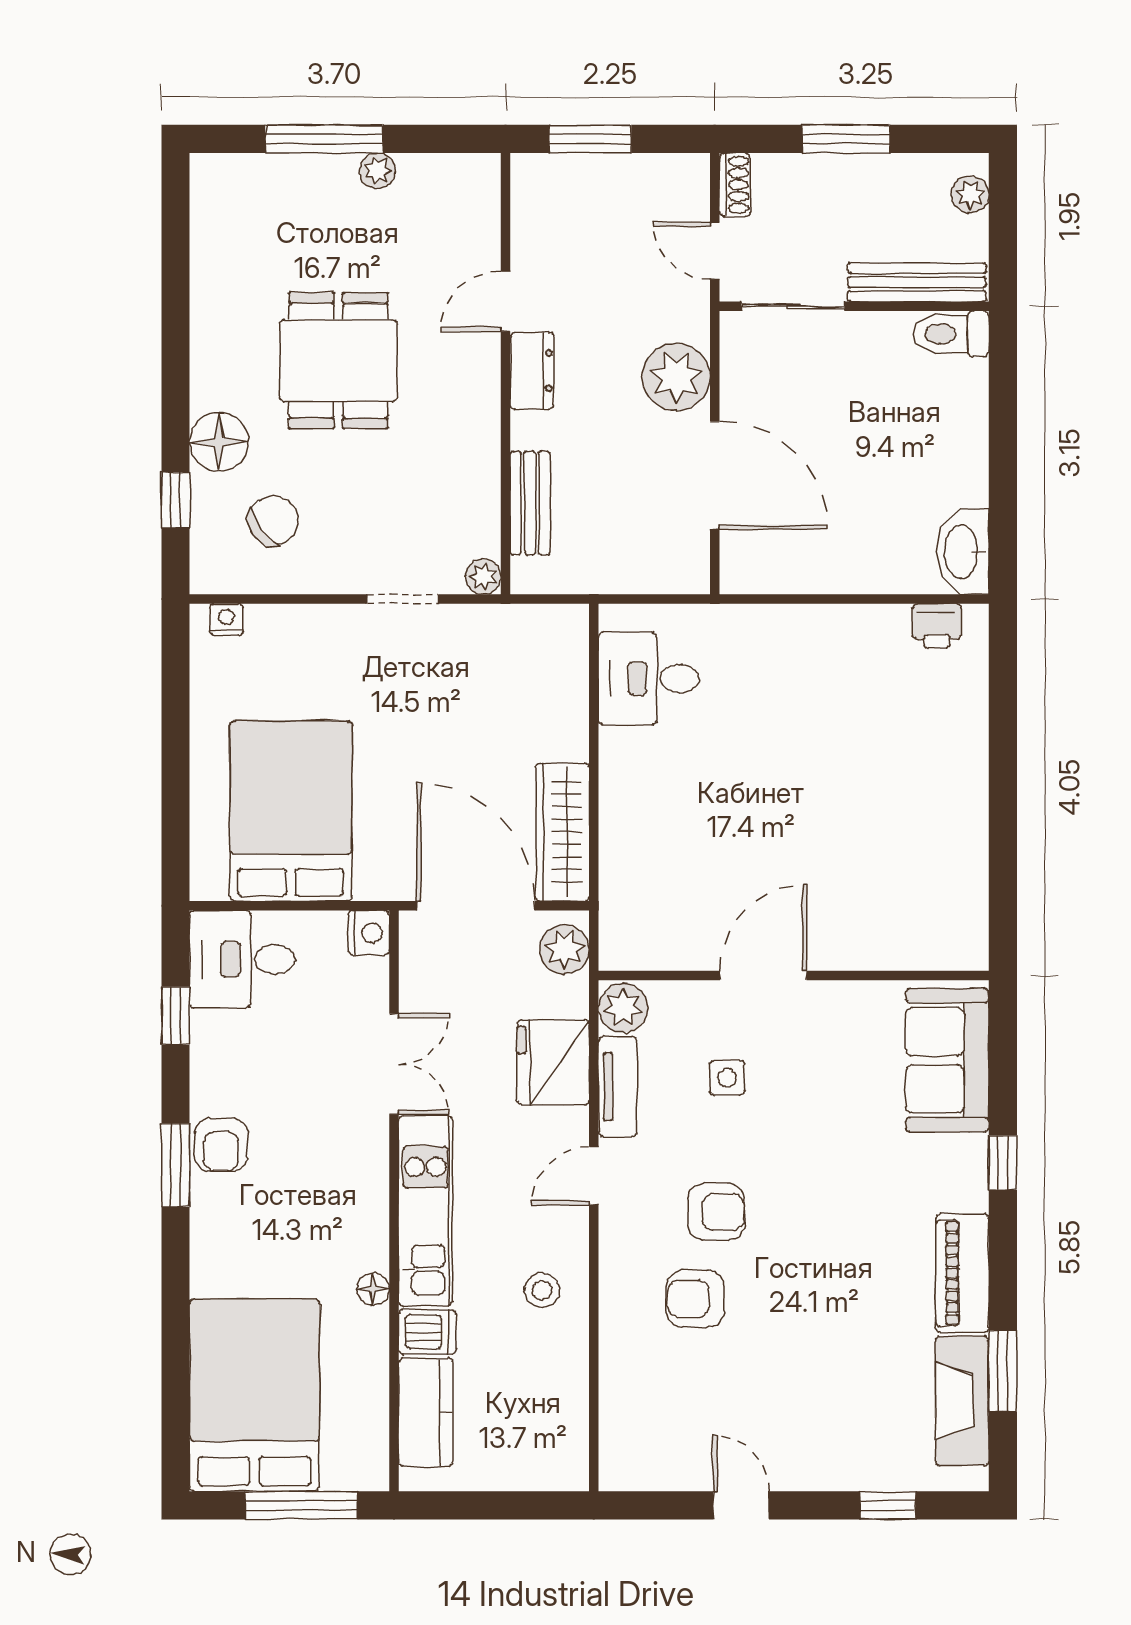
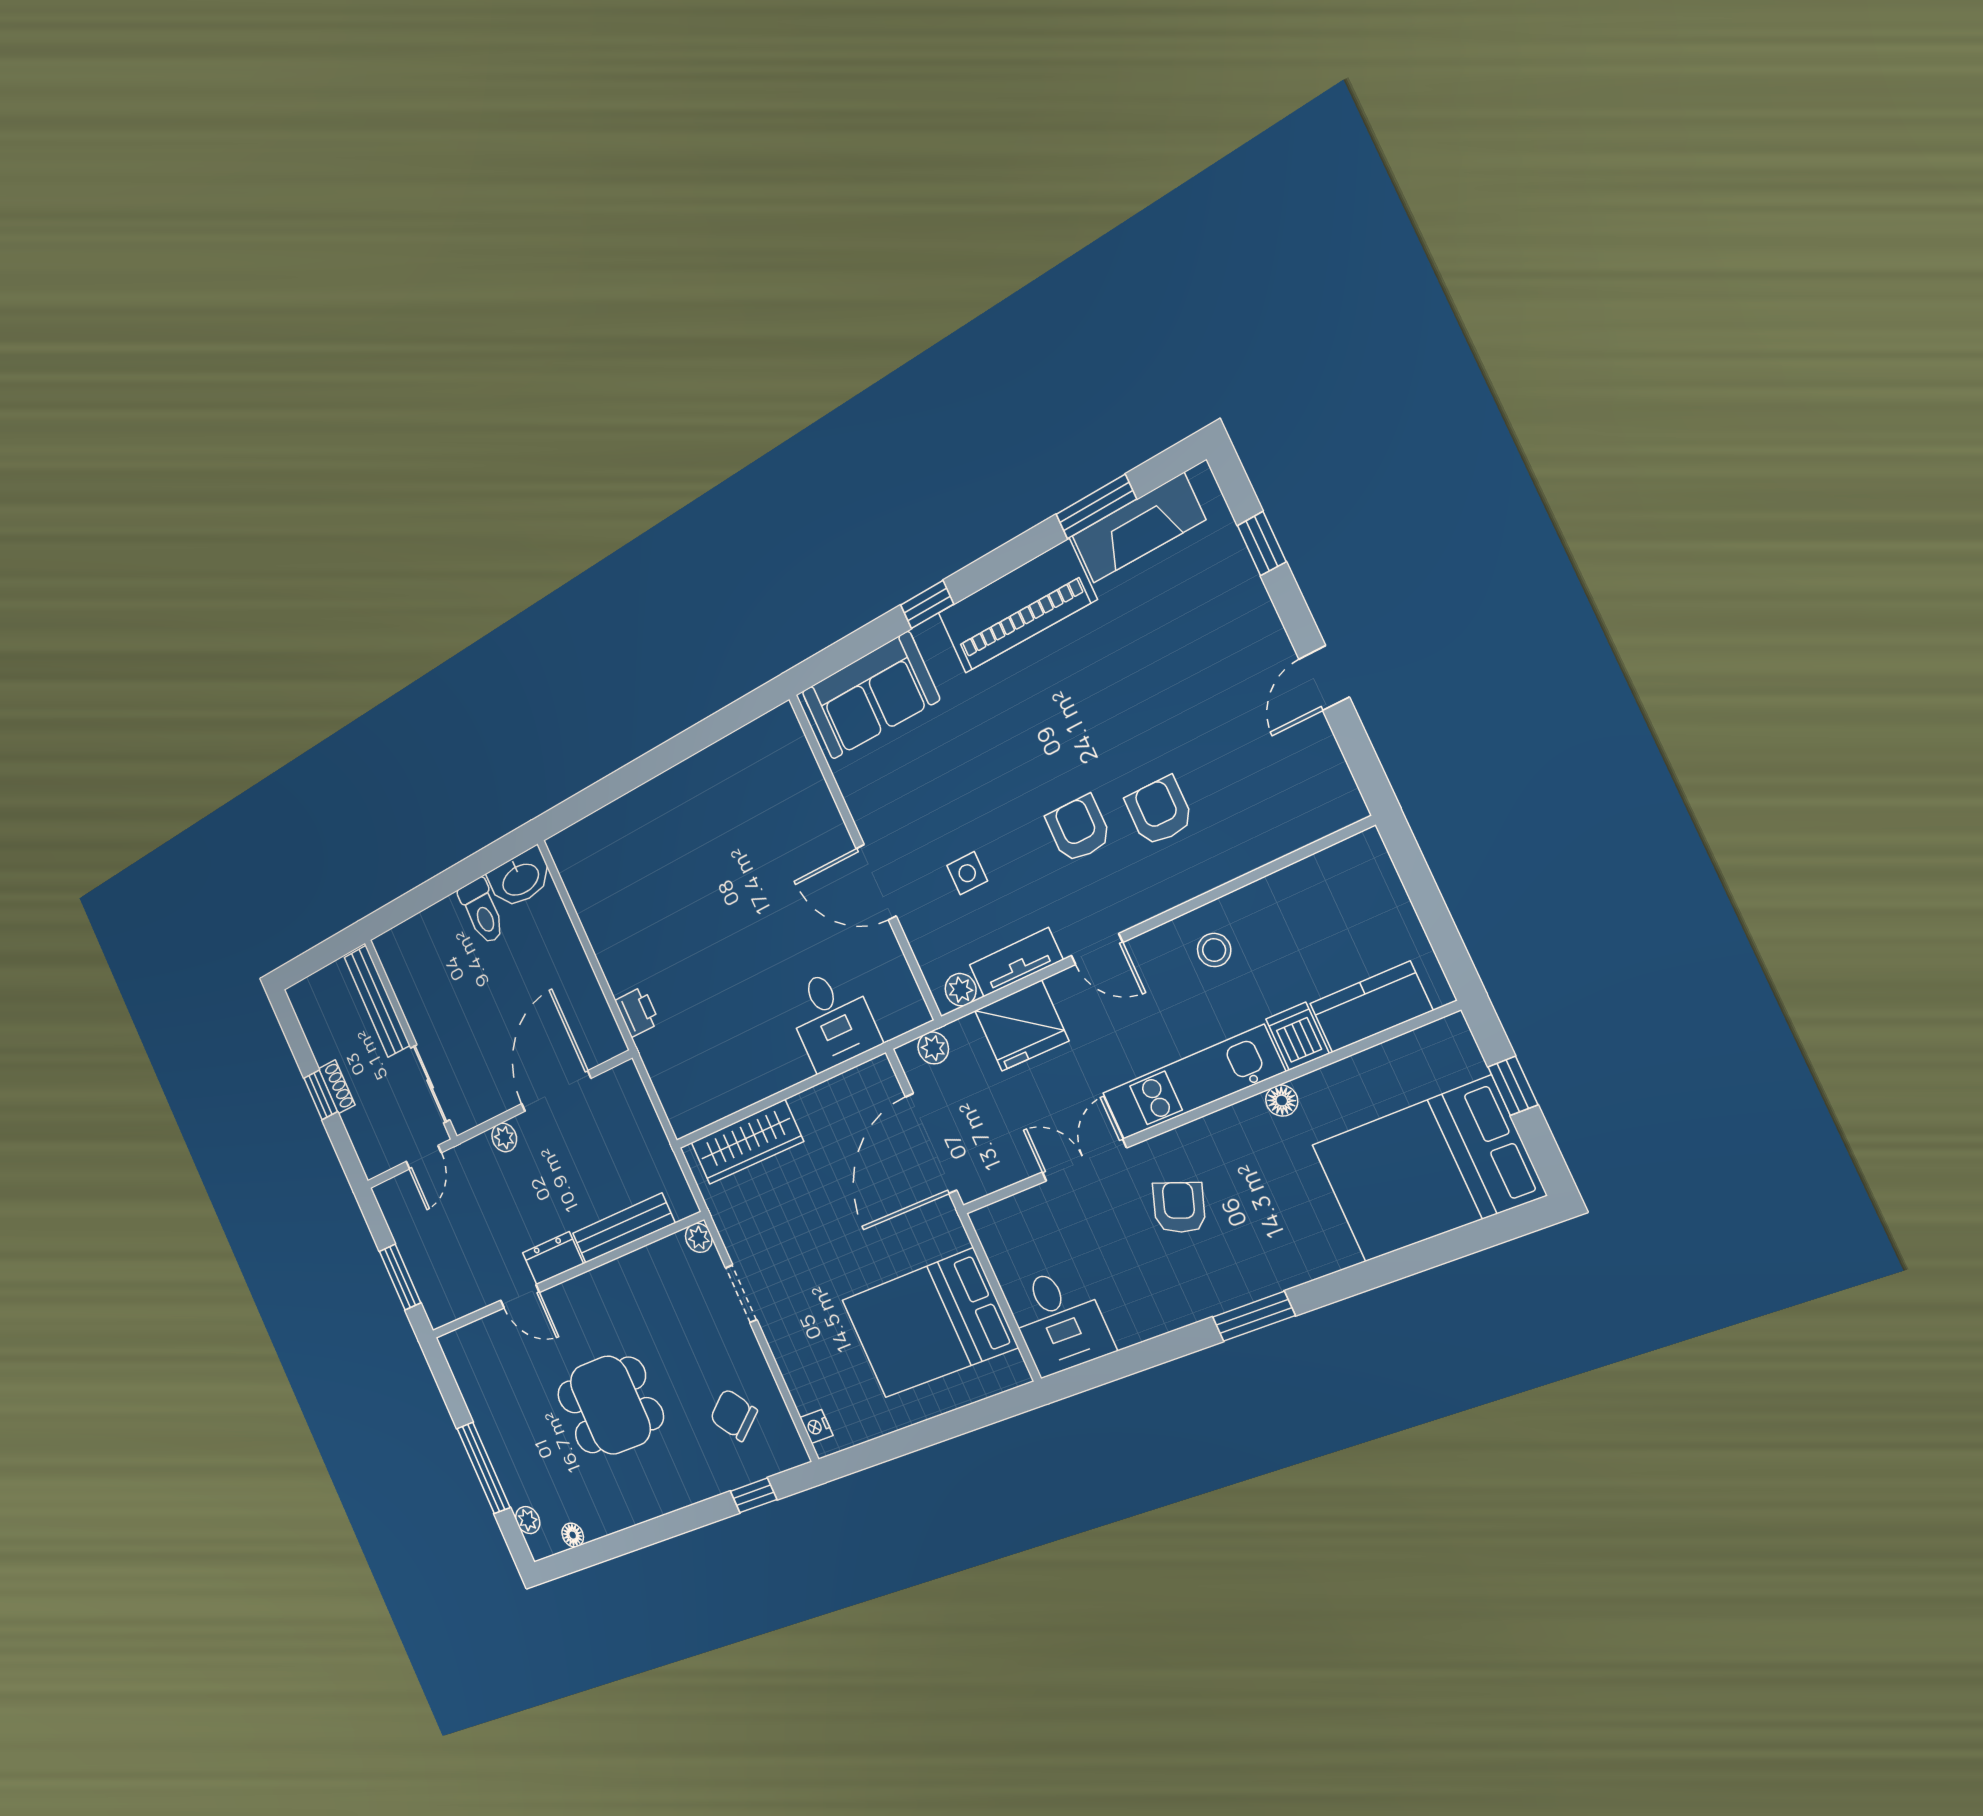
window: (846, 139) -> (321, 1095), width x0.67
plant: (377, 171) -> (528, 1520), moved
shoe rack: (735, 185) -> (337, 1087), moved, turned 90
plant: (970, 195) -> (312, 990), removed
toilet: (951, 334) -> (482, 911), moved
plant: (676, 377) -> (504, 1137), width x0.53, depth x0.53
floor lamp: (219, 442) -> (573, 1535), moved, width x0.53, depth x0.53
bench: (530, 503) -> (623, 1228), width x1.36
printer: (937, 626) -> (637, 1012), moved
desk: (649, 679) -> (832, 1019), moved
wardrobe: (562, 832) -> (747, 1142), moved
nightstand: (369, 933) -> (991, 1223), removed
plant: (564, 949) -> (933, 1048), width x0.73, depth x0.73
plant: (623, 1008) -> (961, 990), width x0.73, depth x0.73
window: (176, 1016) -> (1129, 1361), removed
armchair: (221, 1145) -> (1179, 1207), moved, turned -70
piano: (962, 1273) -> (1017, 606), width x1.37, depth x1.33
armchair: (695, 1299) -> (1159, 811), turned 180
window: (301, 1505) -> (1513, 1086), width x0.46

